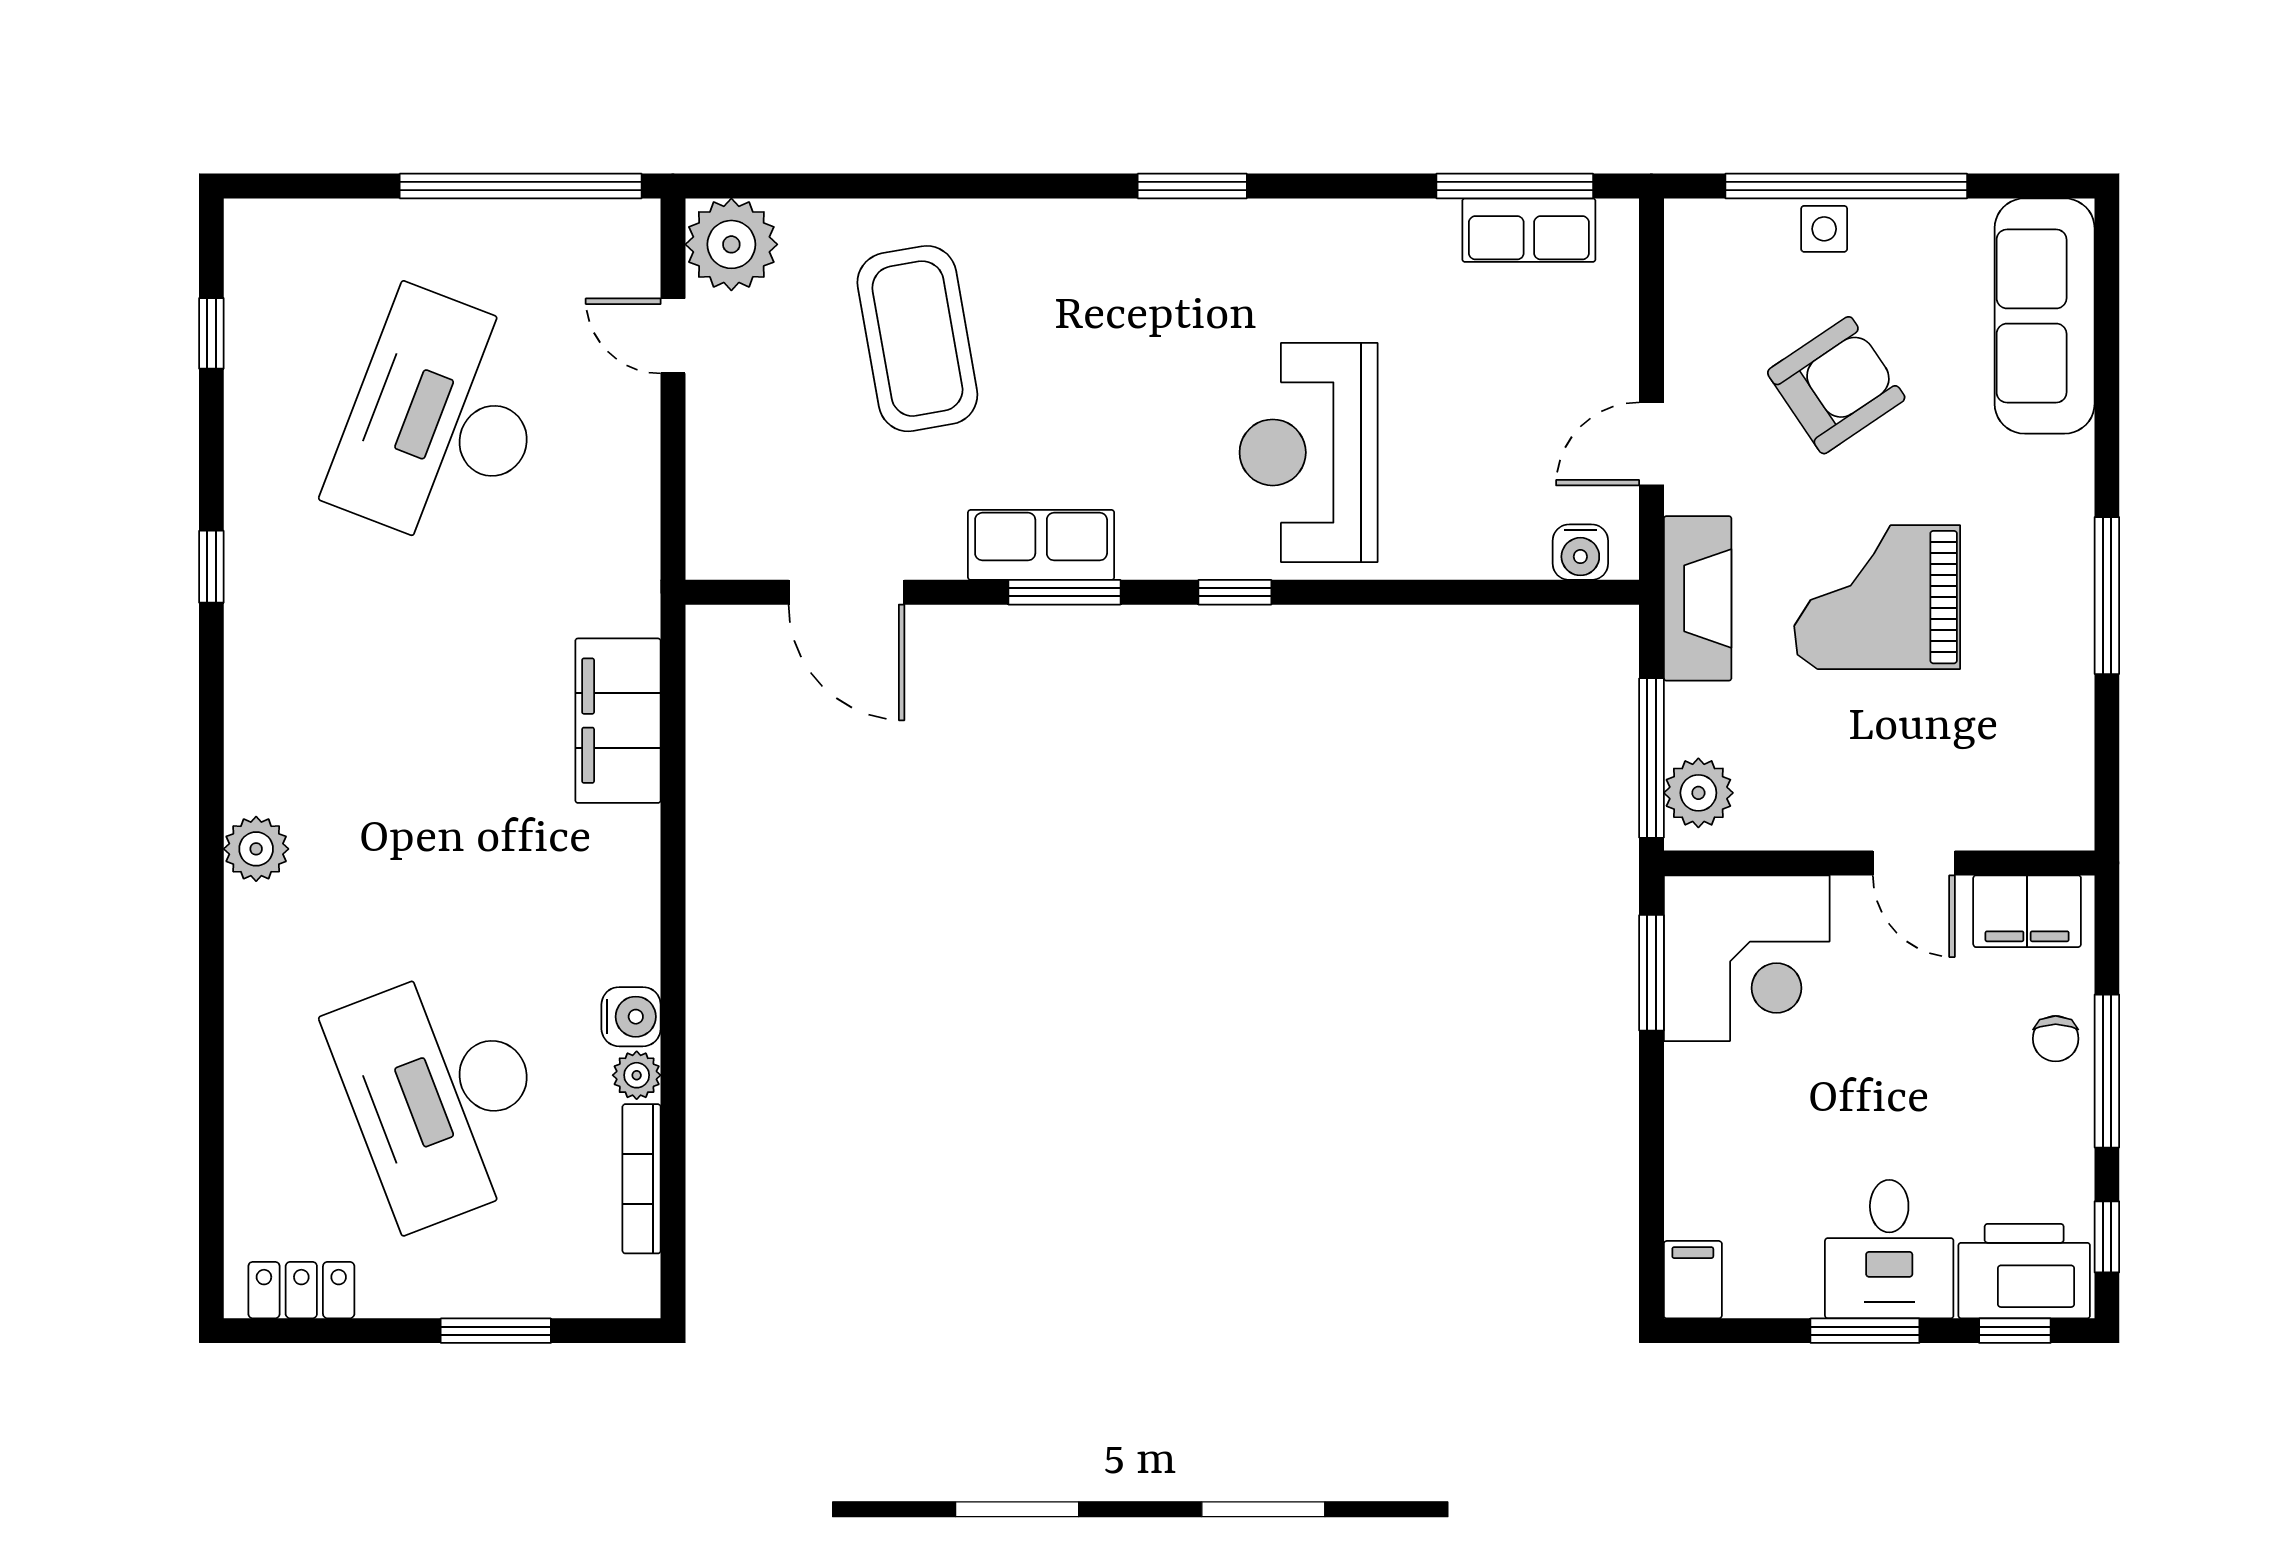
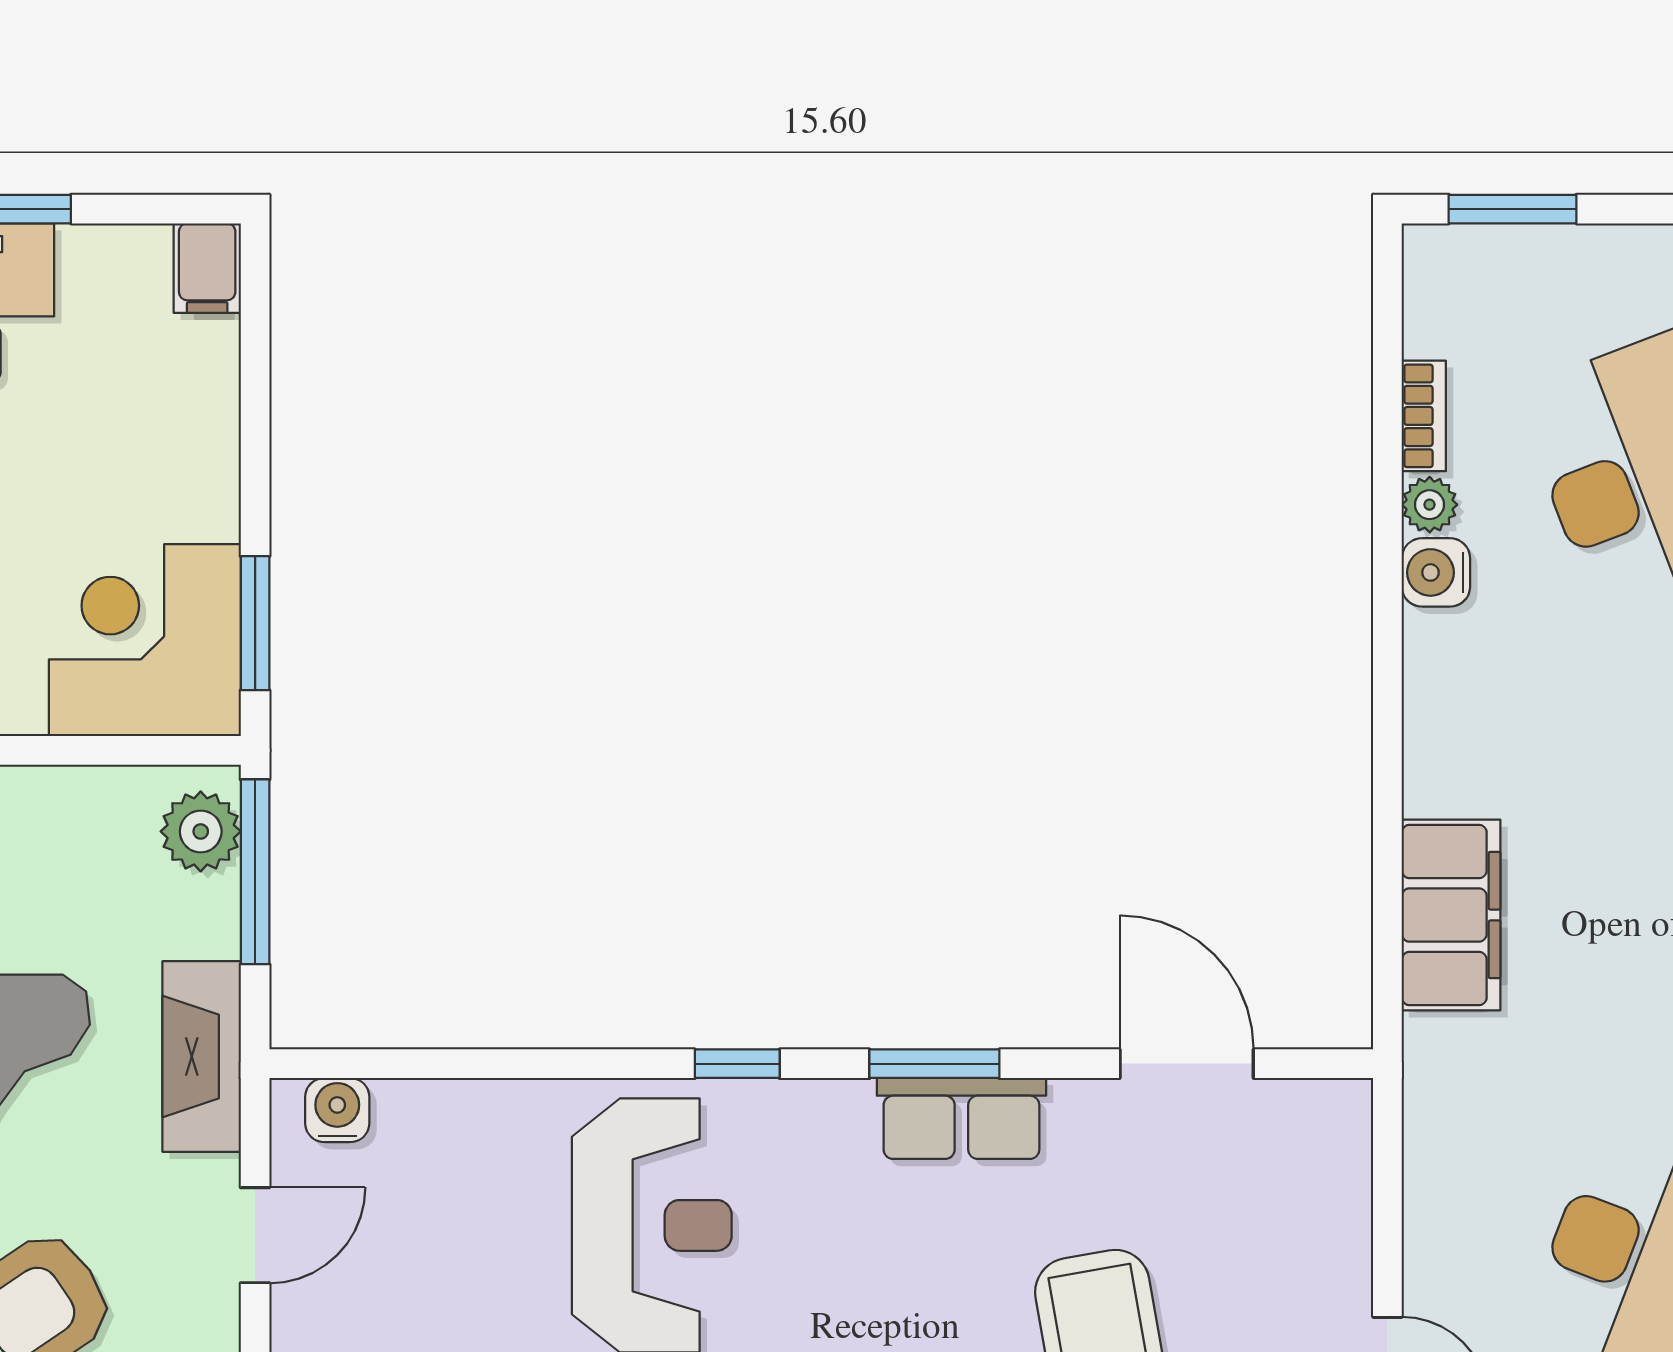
bookcase: (642, 1179) -> (1424, 416), width x0.64
window: (496, 1331) -> (1513, 209), moved

